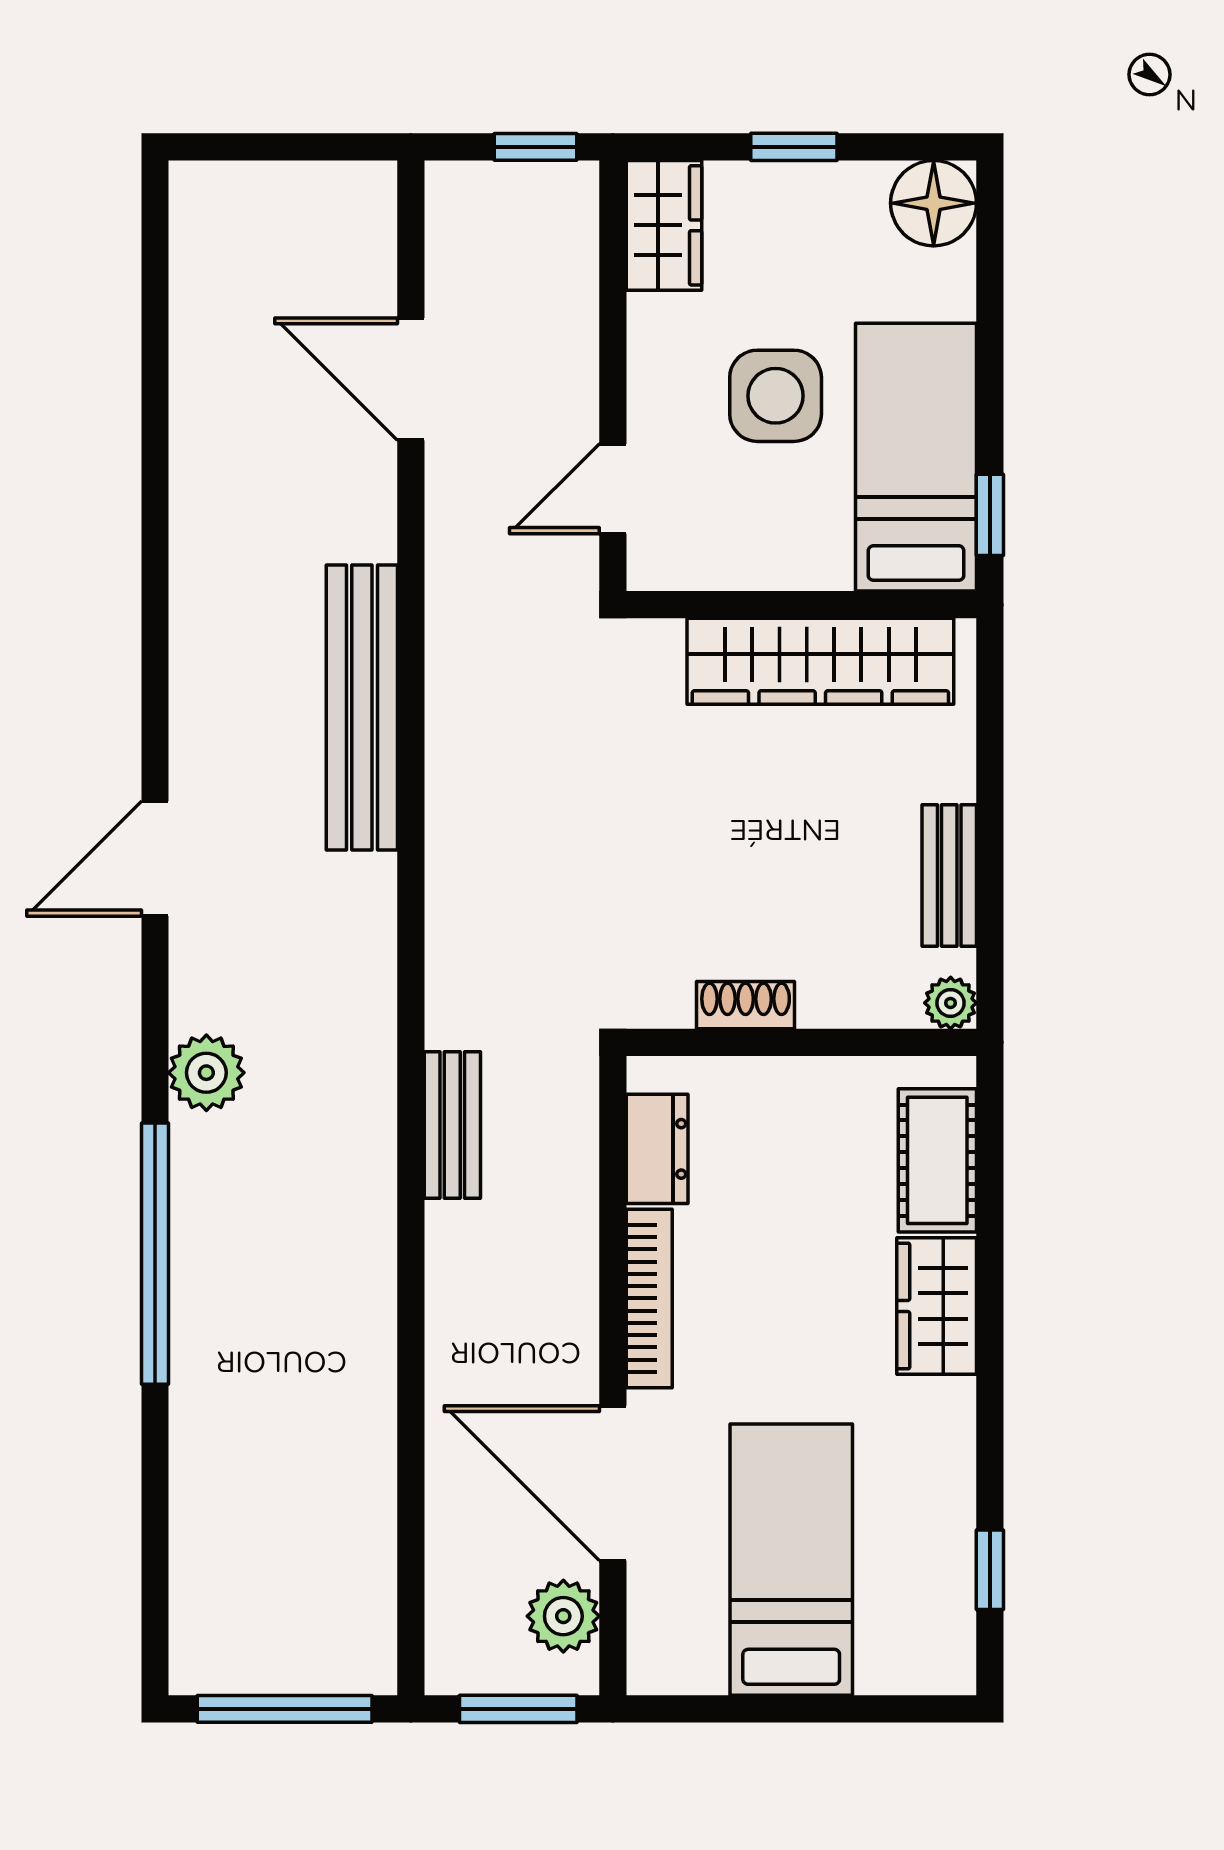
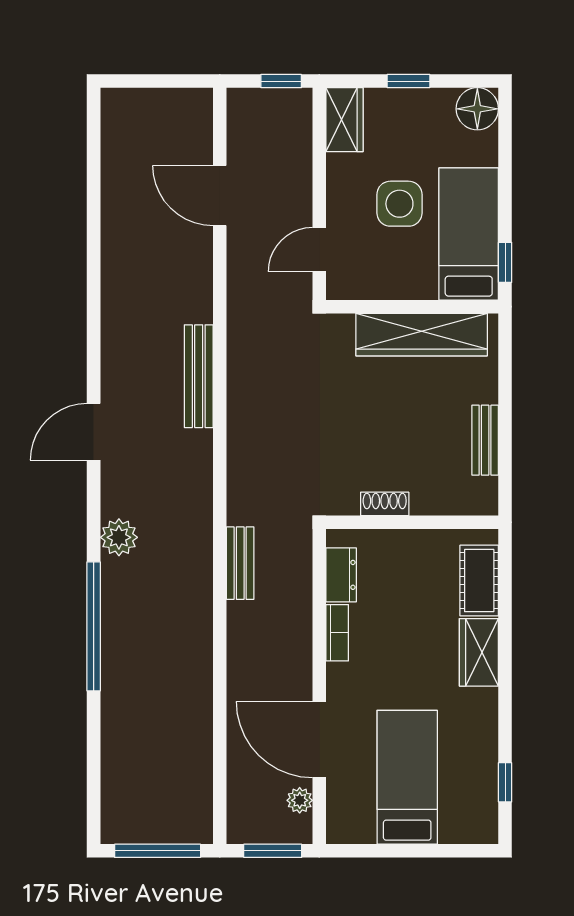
bench: (362, 708) -> (199, 376), width x0.73, depth x0.82
plant: (951, 1003) -> (486, 503), removed
bookcase: (649, 1298) -> (337, 633), width x0.64
plant: (563, 1616) -> (300, 800), width x0.73, depth x0.73

